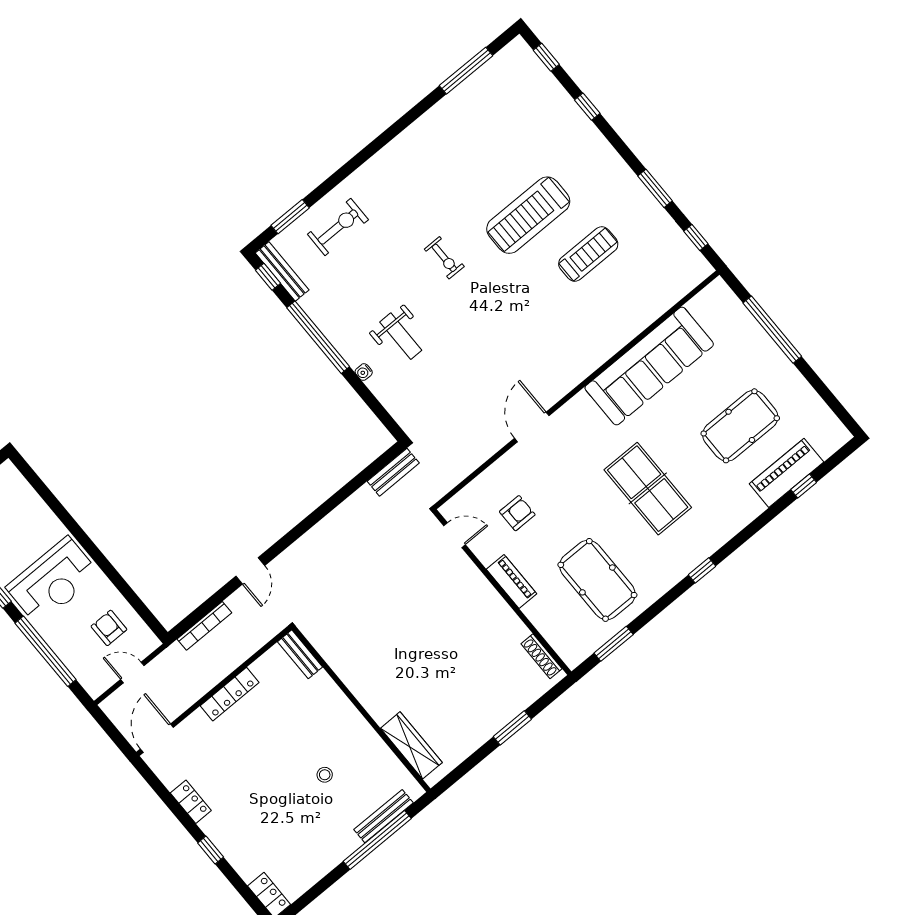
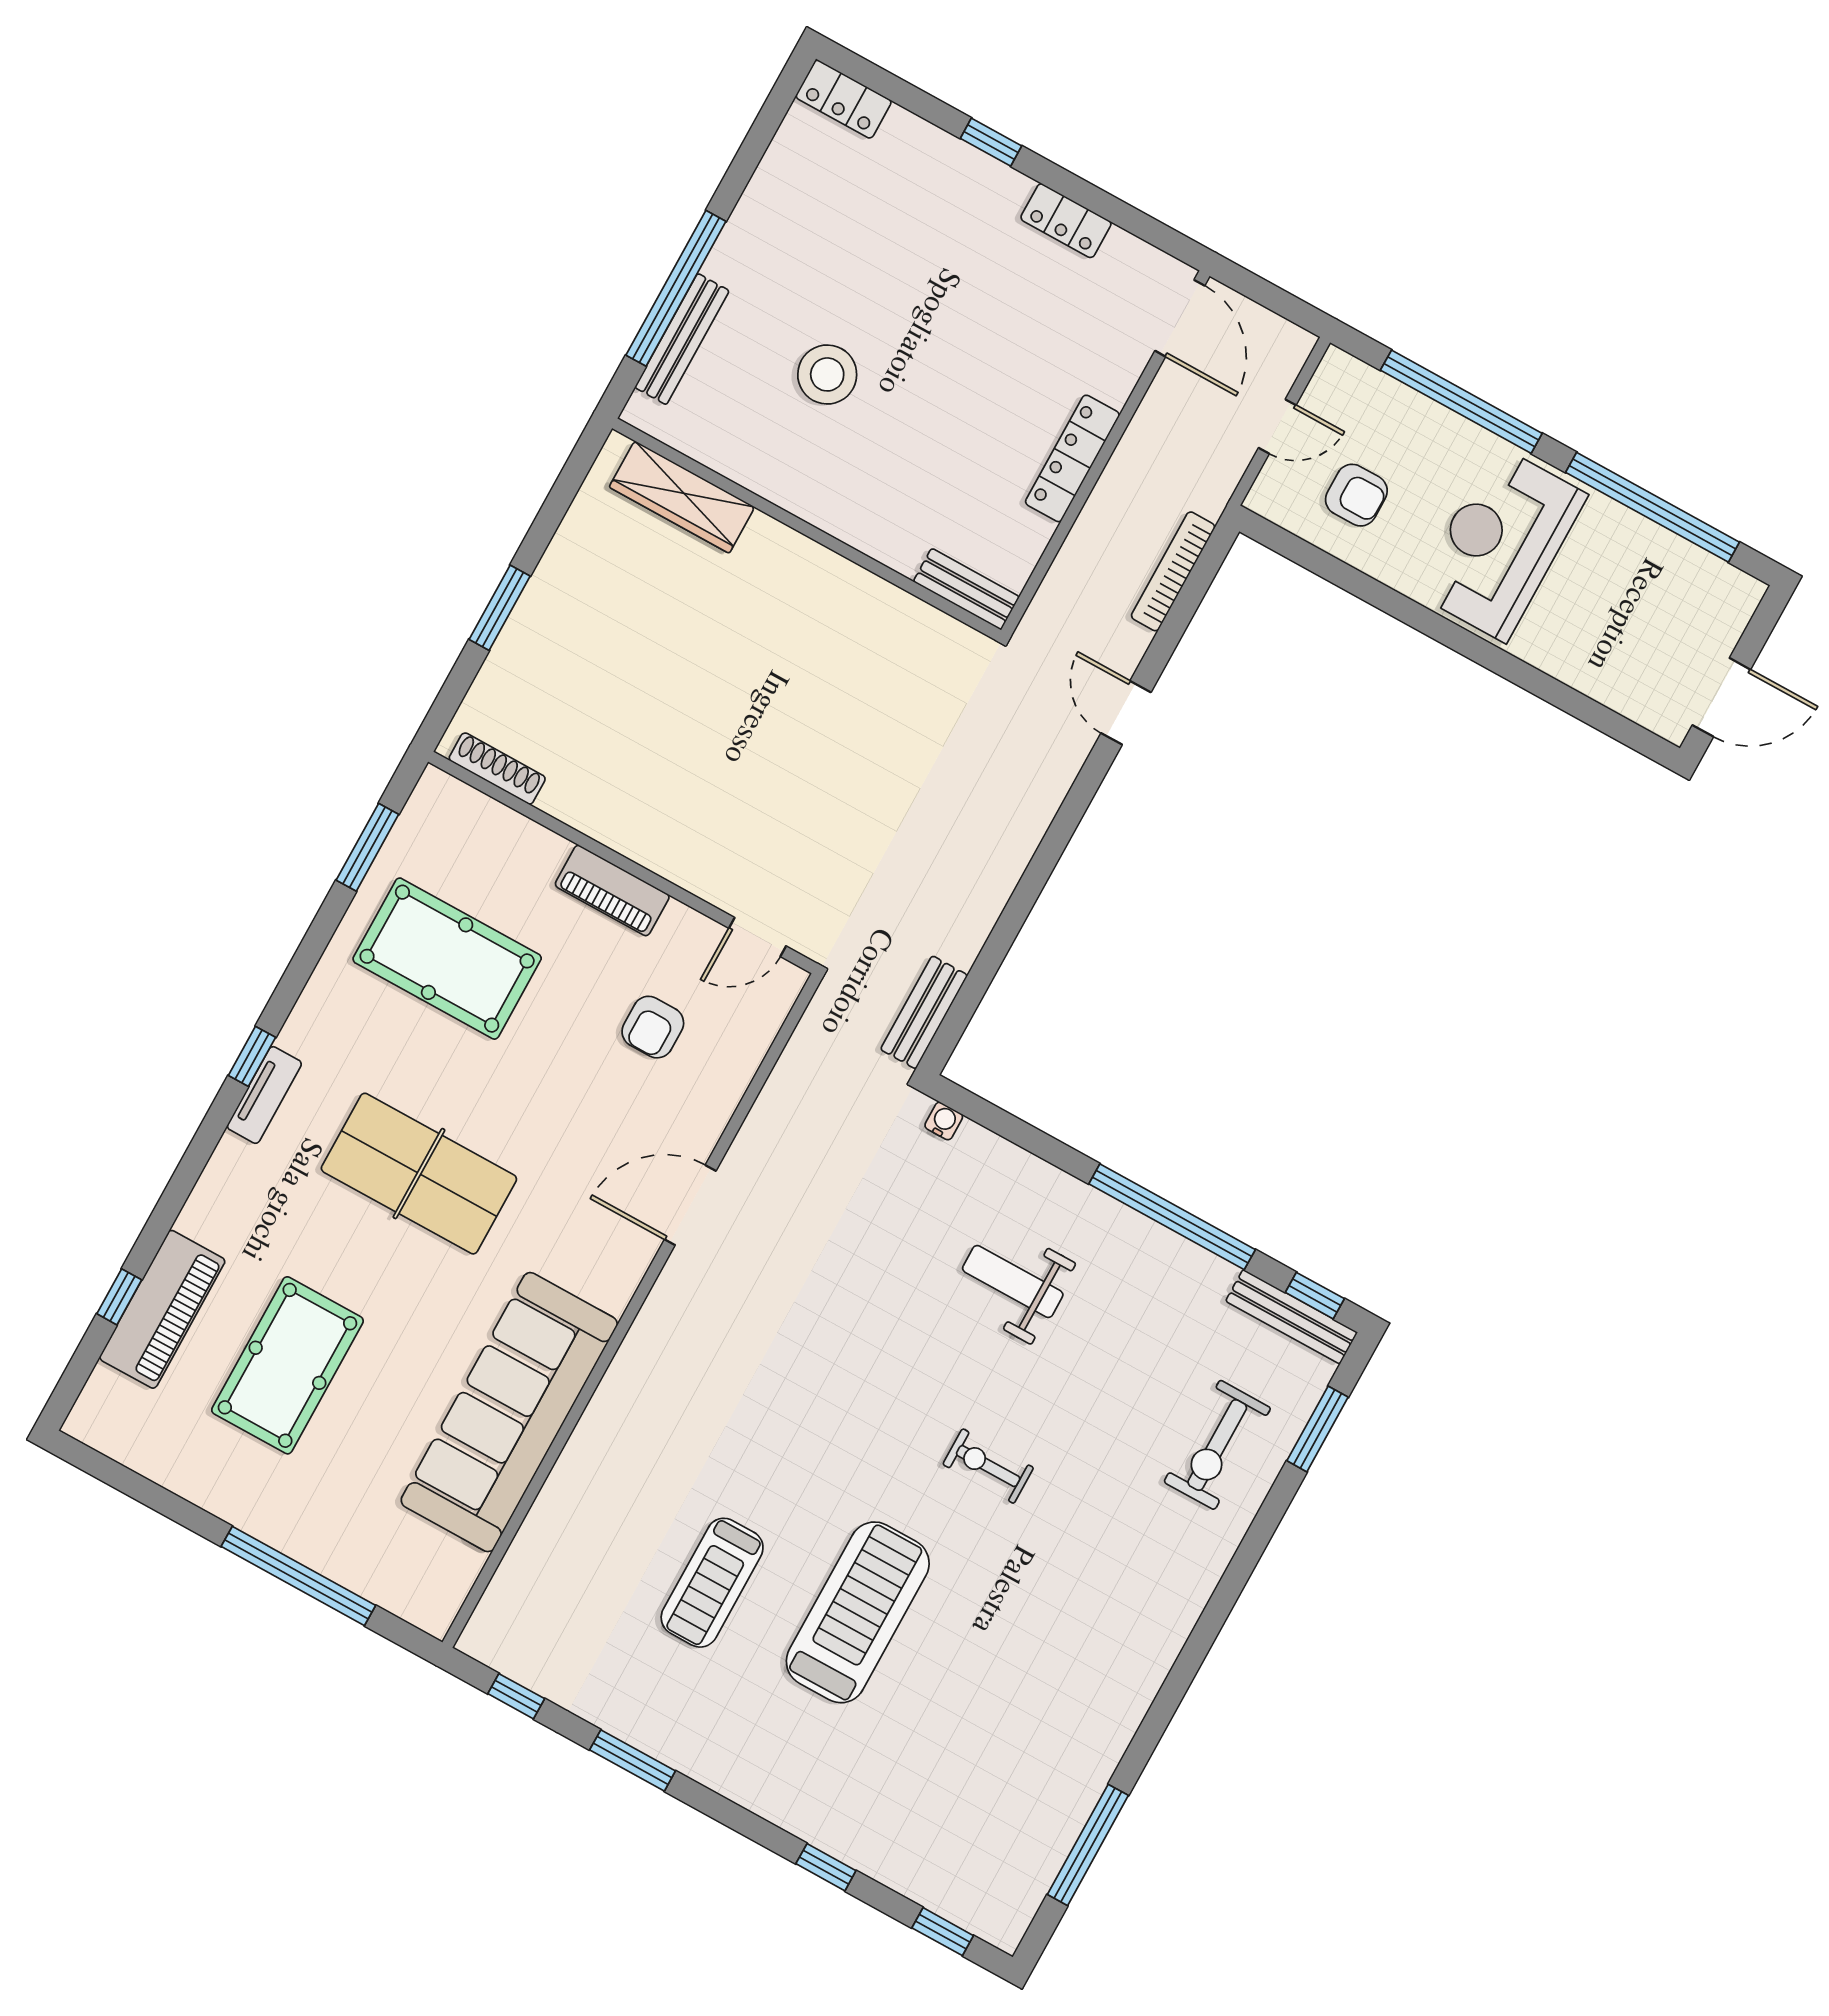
water cooler: (364, 372) -> (944, 1121), moved
door: (532, 427) -> (690, 1205), swing flipped
tv unit: (703, 551) -> (264, 1095), added
stool: (325, 775) -> (827, 374), width x1.89, depth x1.89

